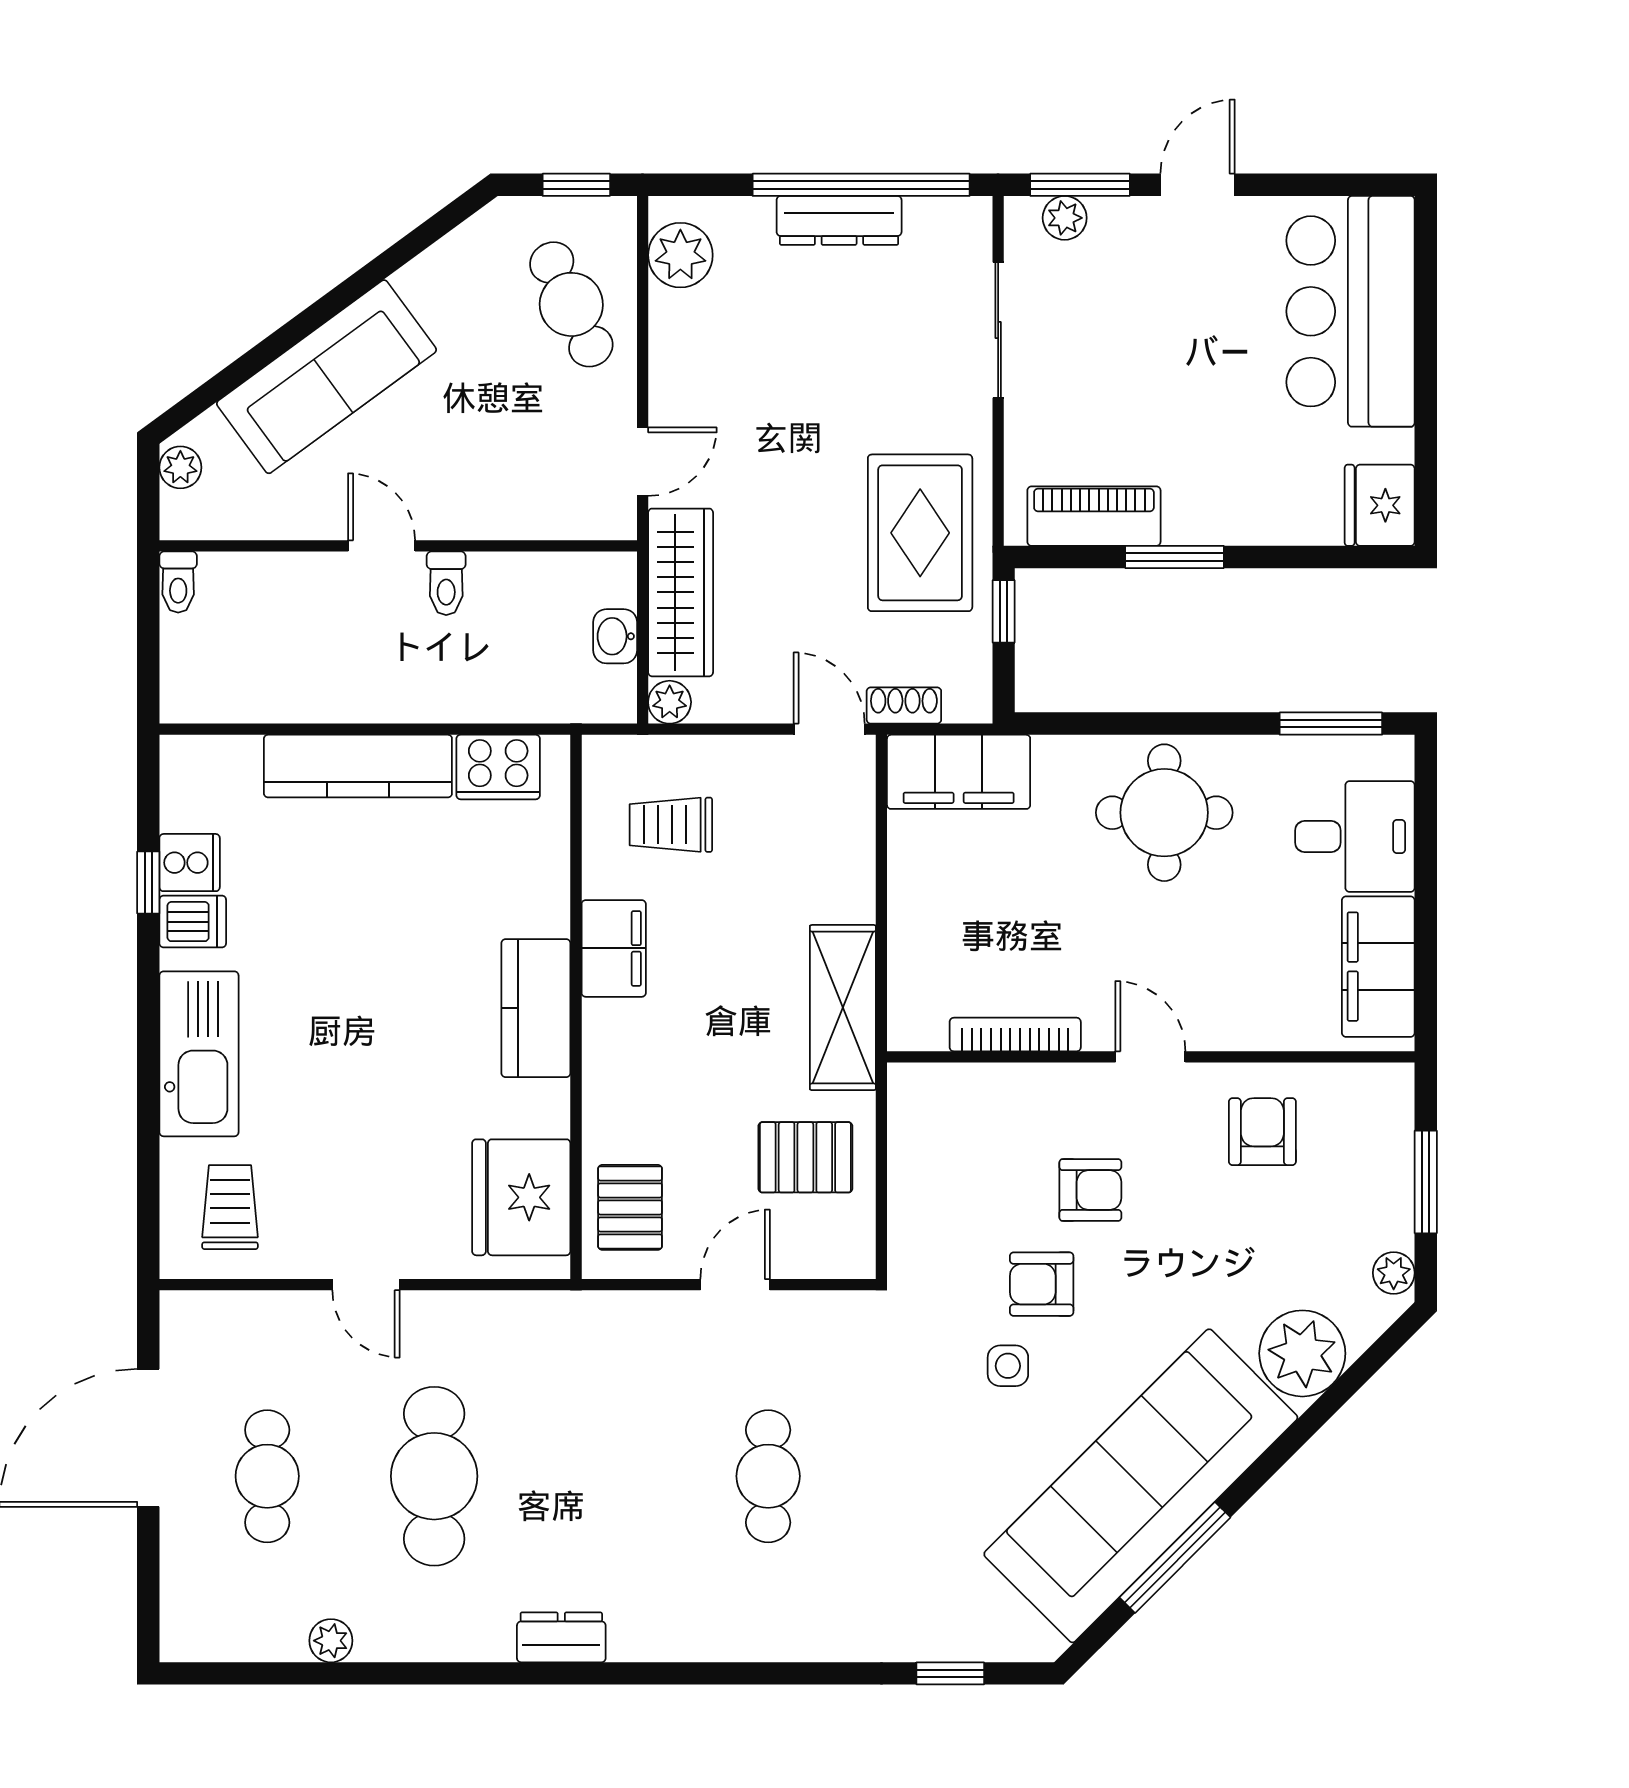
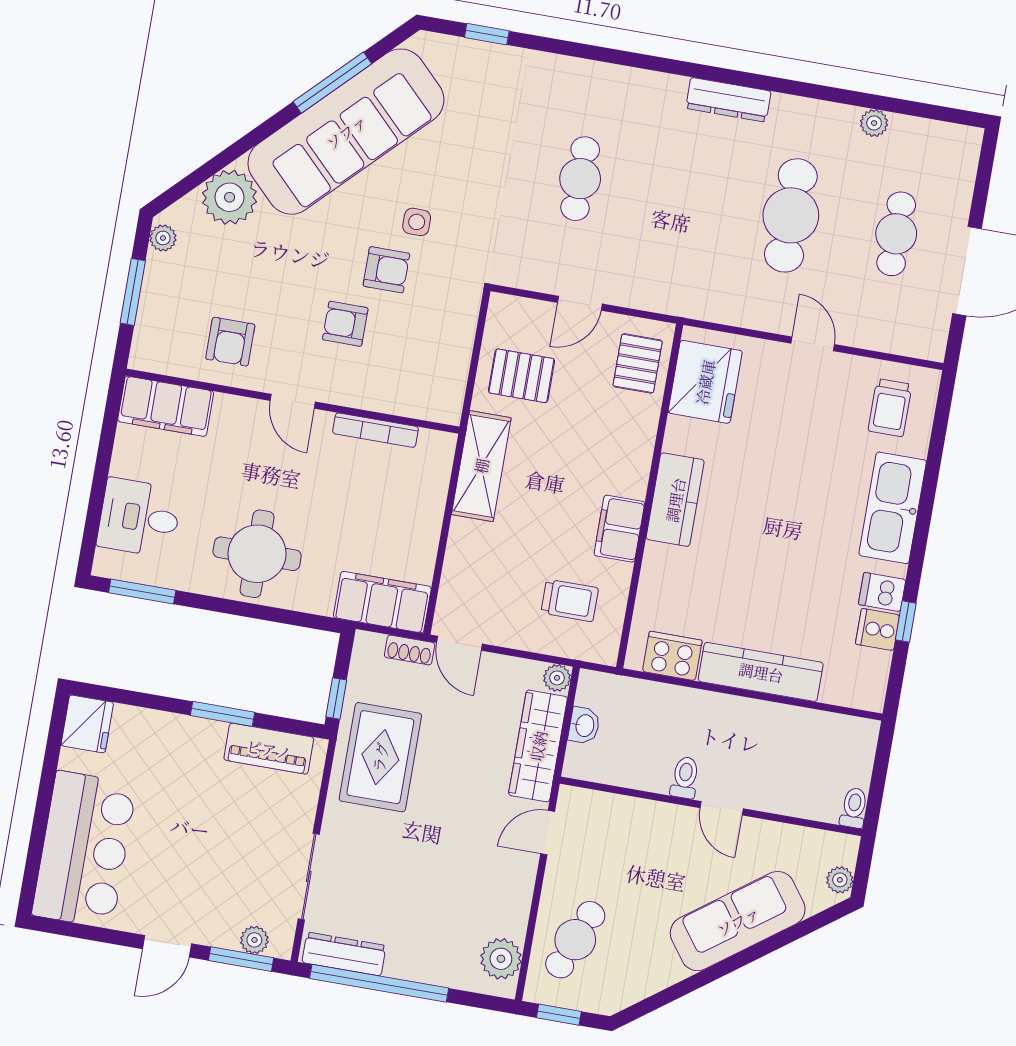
dresser: (839, 220) -> (344, 954), moved
cafe table: (571, 304) -> (575, 940), turned 47
filing cabinet: (1378, 967) -> (166, 406), moved, turned 90
dresser: (561, 1637) -> (728, 100), width x1.44

